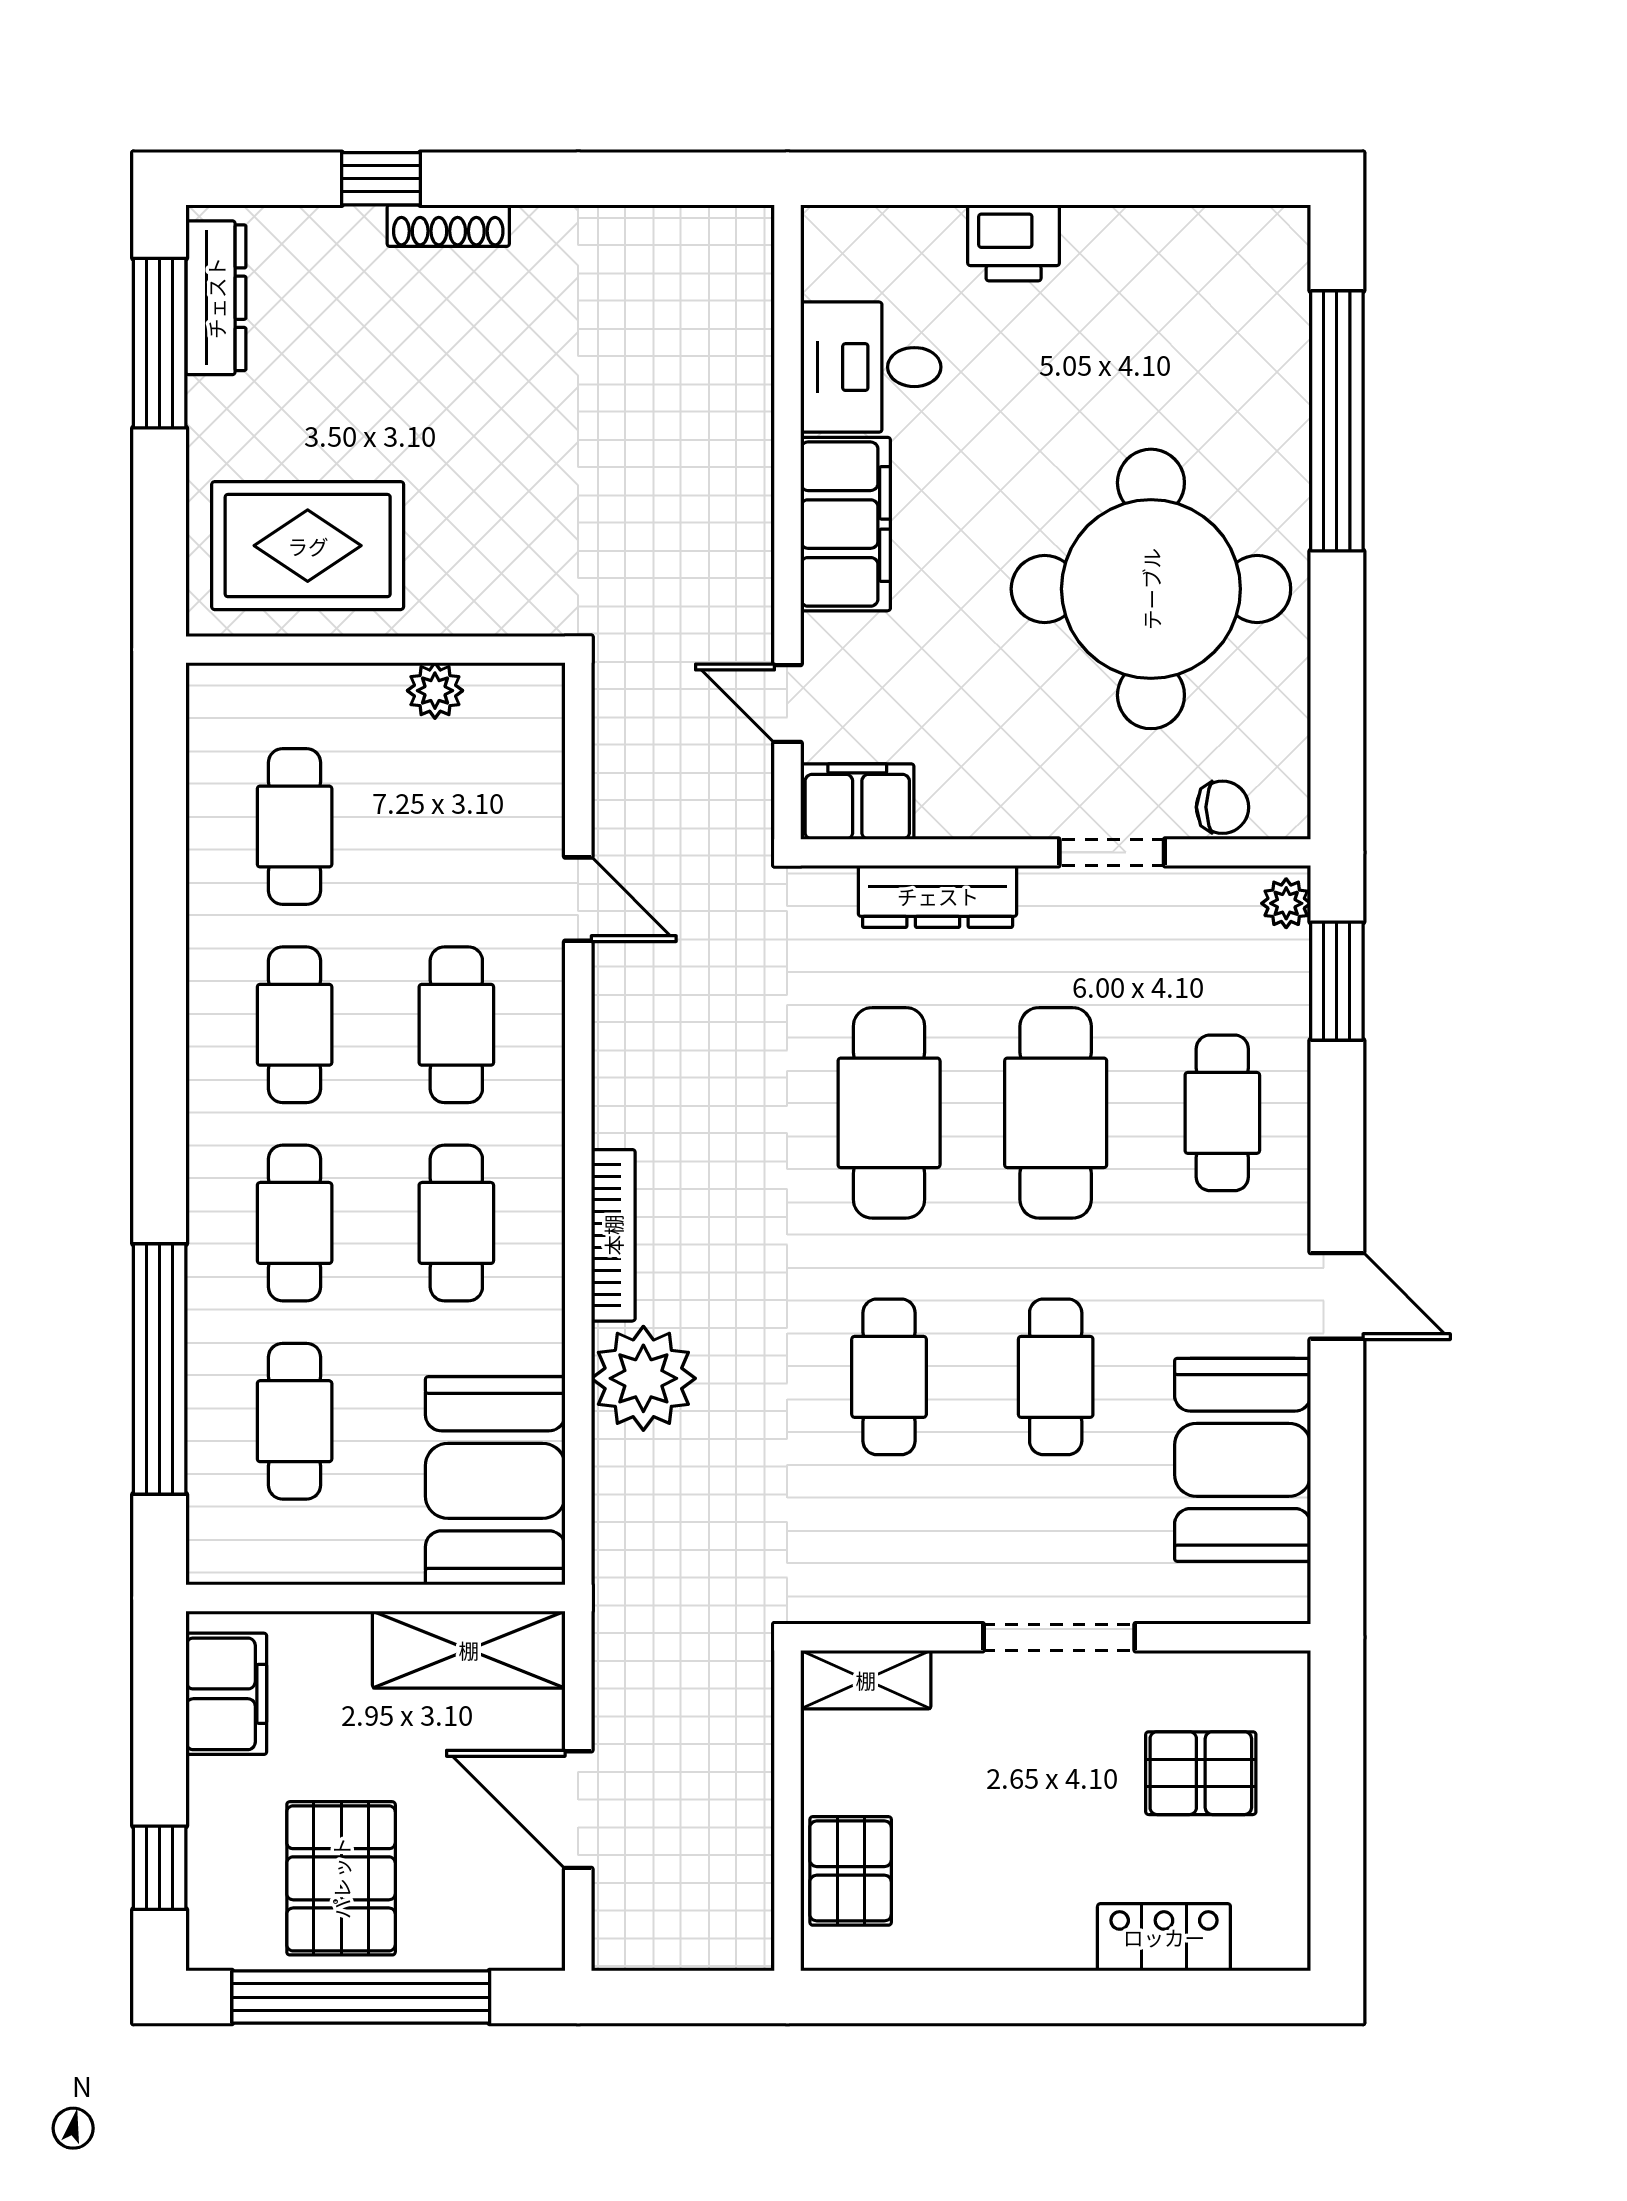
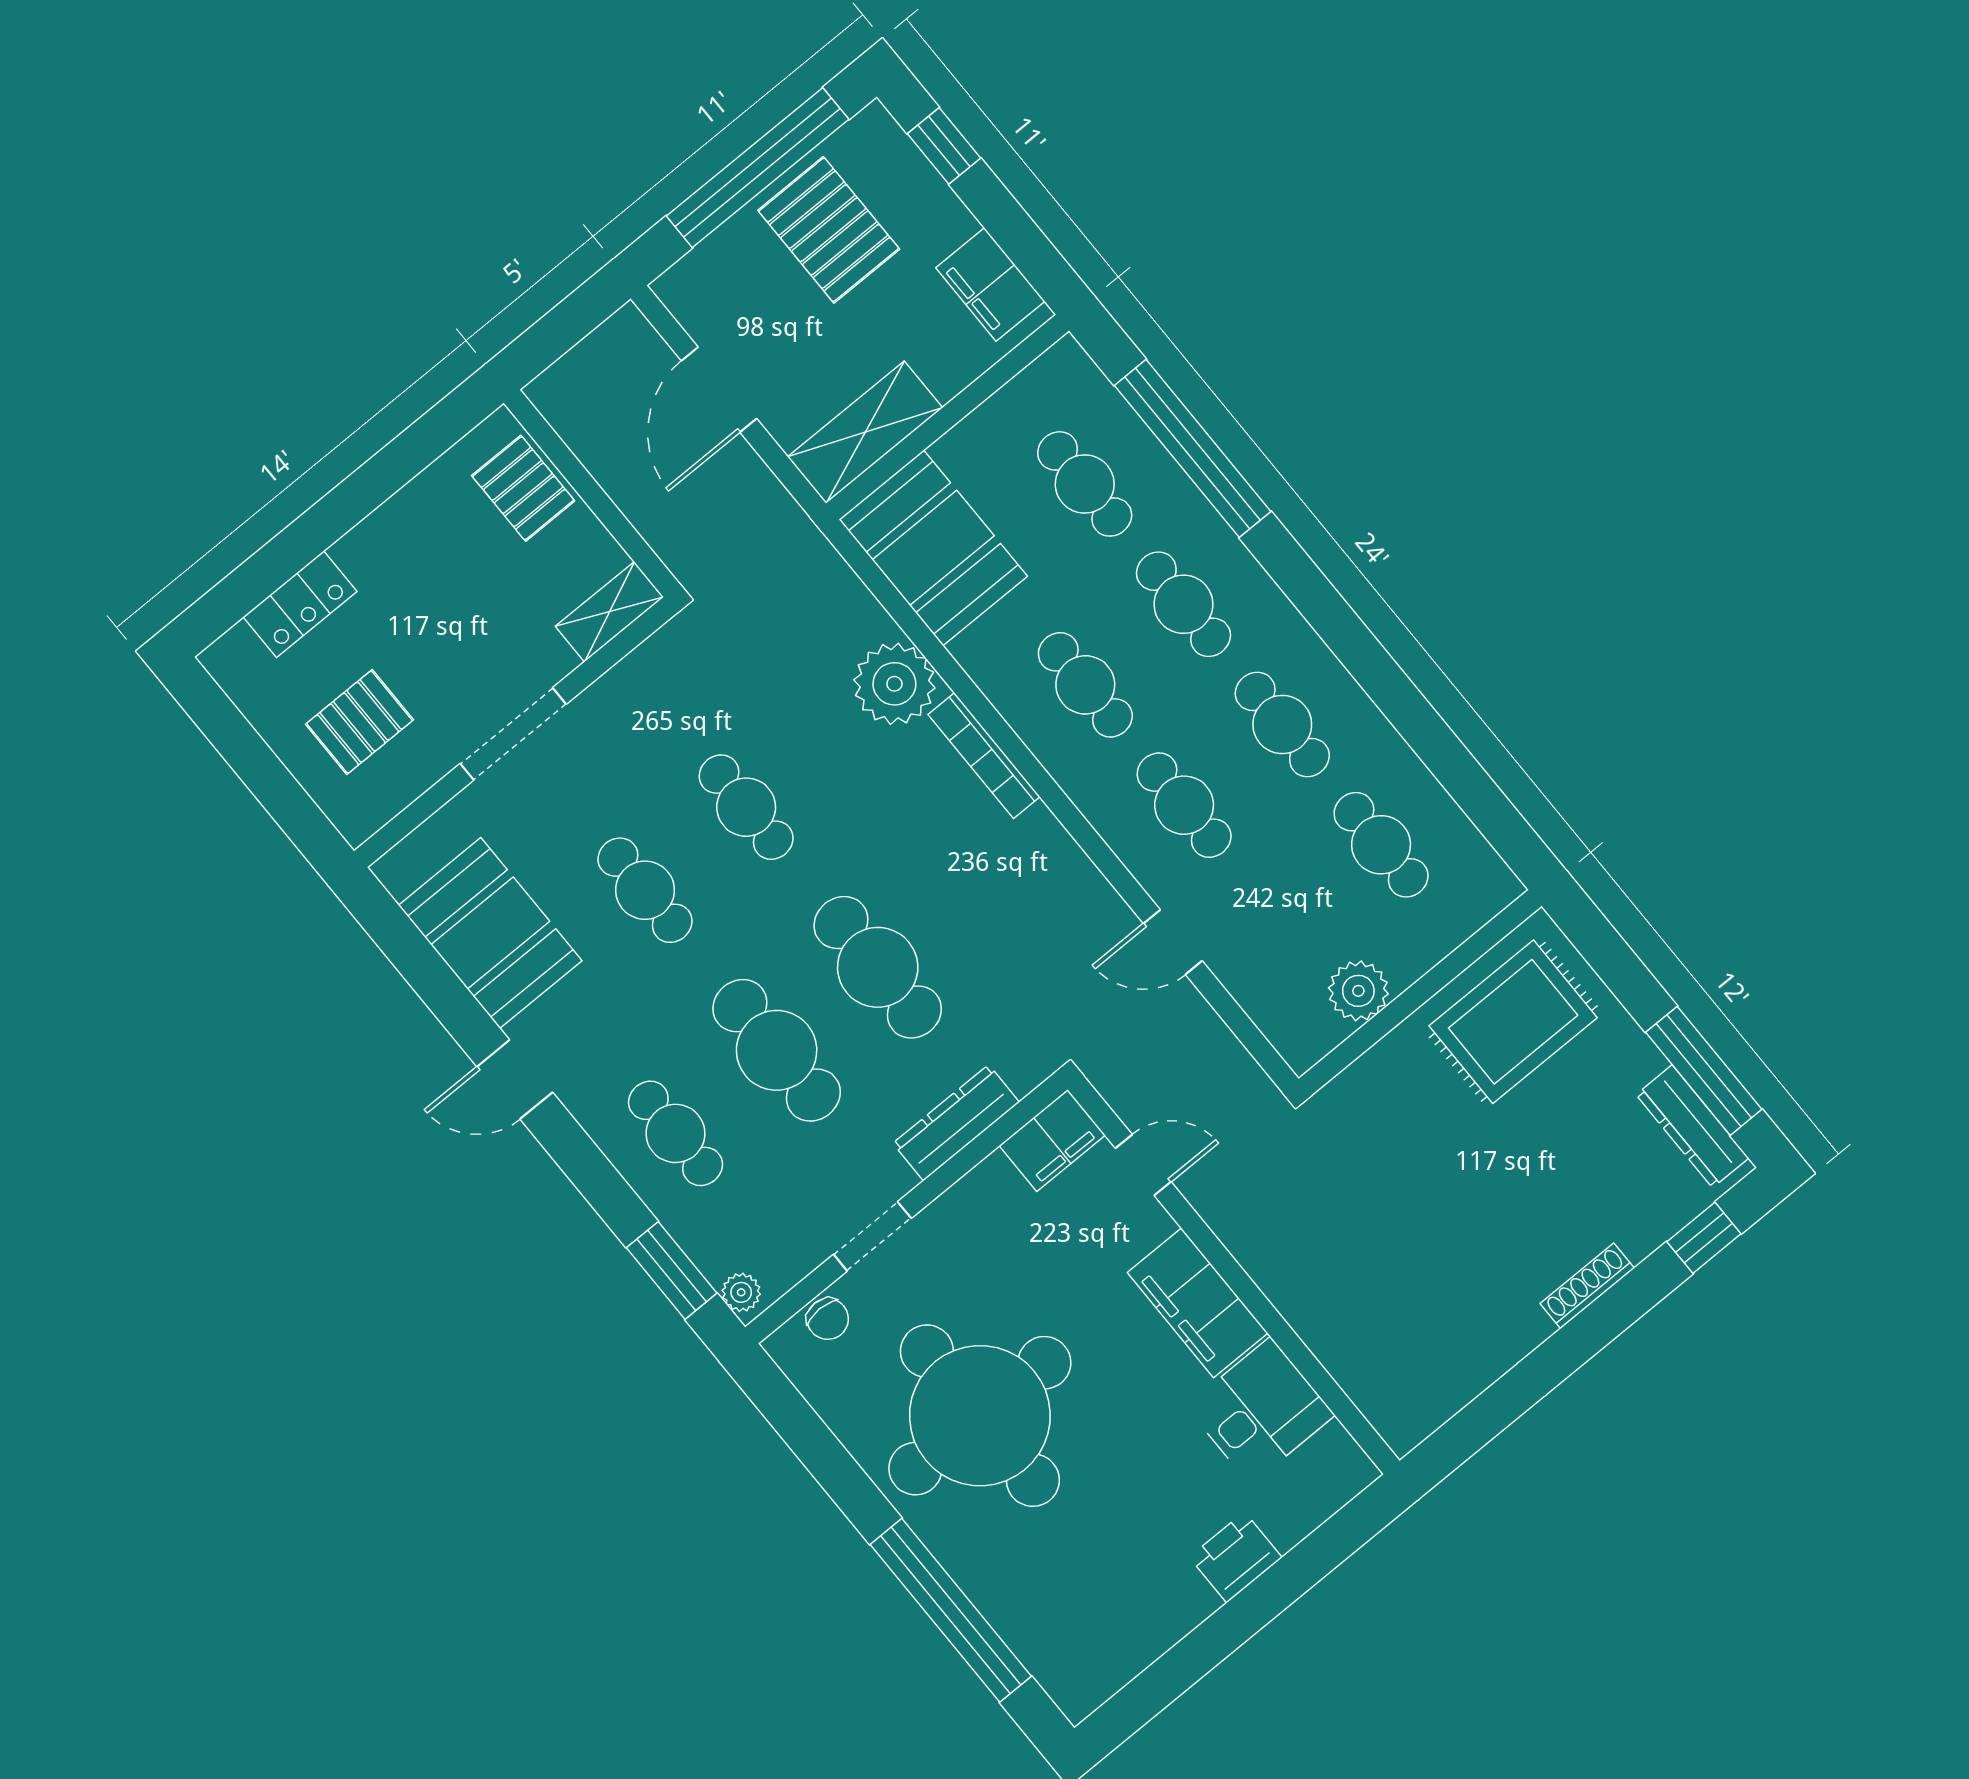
window: (381, 179) -> (1704, 1238), moved
plant: (435, 691) -> (1358, 991), width x1.38, depth x1.38
chair: (1222, 807) -> (828, 1319), turned -90
door: (578, 1810) -> (719, 390), swing flipped

